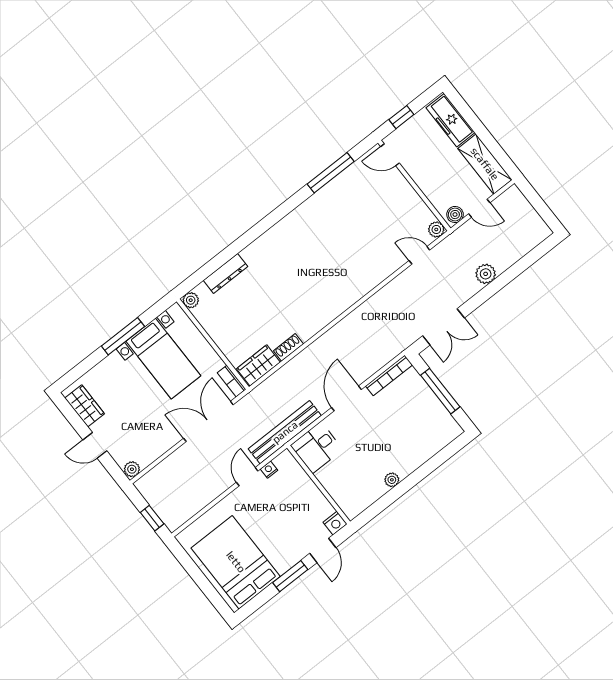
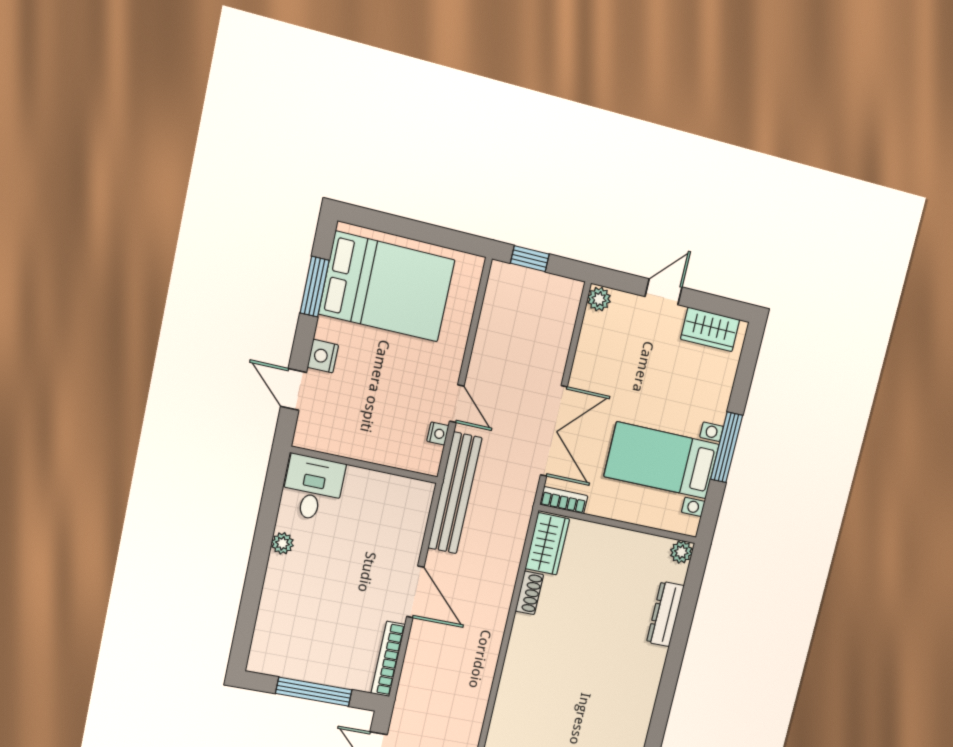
desk: (317, 447) -> (313, 488), moved
nightstand: (335, 523) -> (323, 356), moved
window: (290, 576) -> (315, 287), moved

